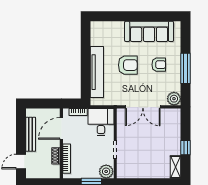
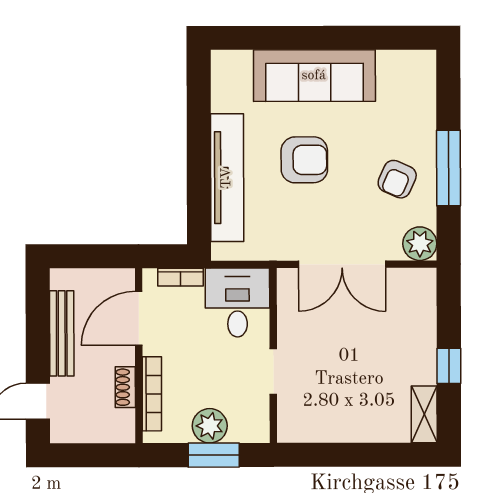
sofa: (149, 31) -> (314, 76), moved
armchair: (159, 65) -> (397, 179), moved, turned 114
plant: (106, 171) -> (210, 426), moved

